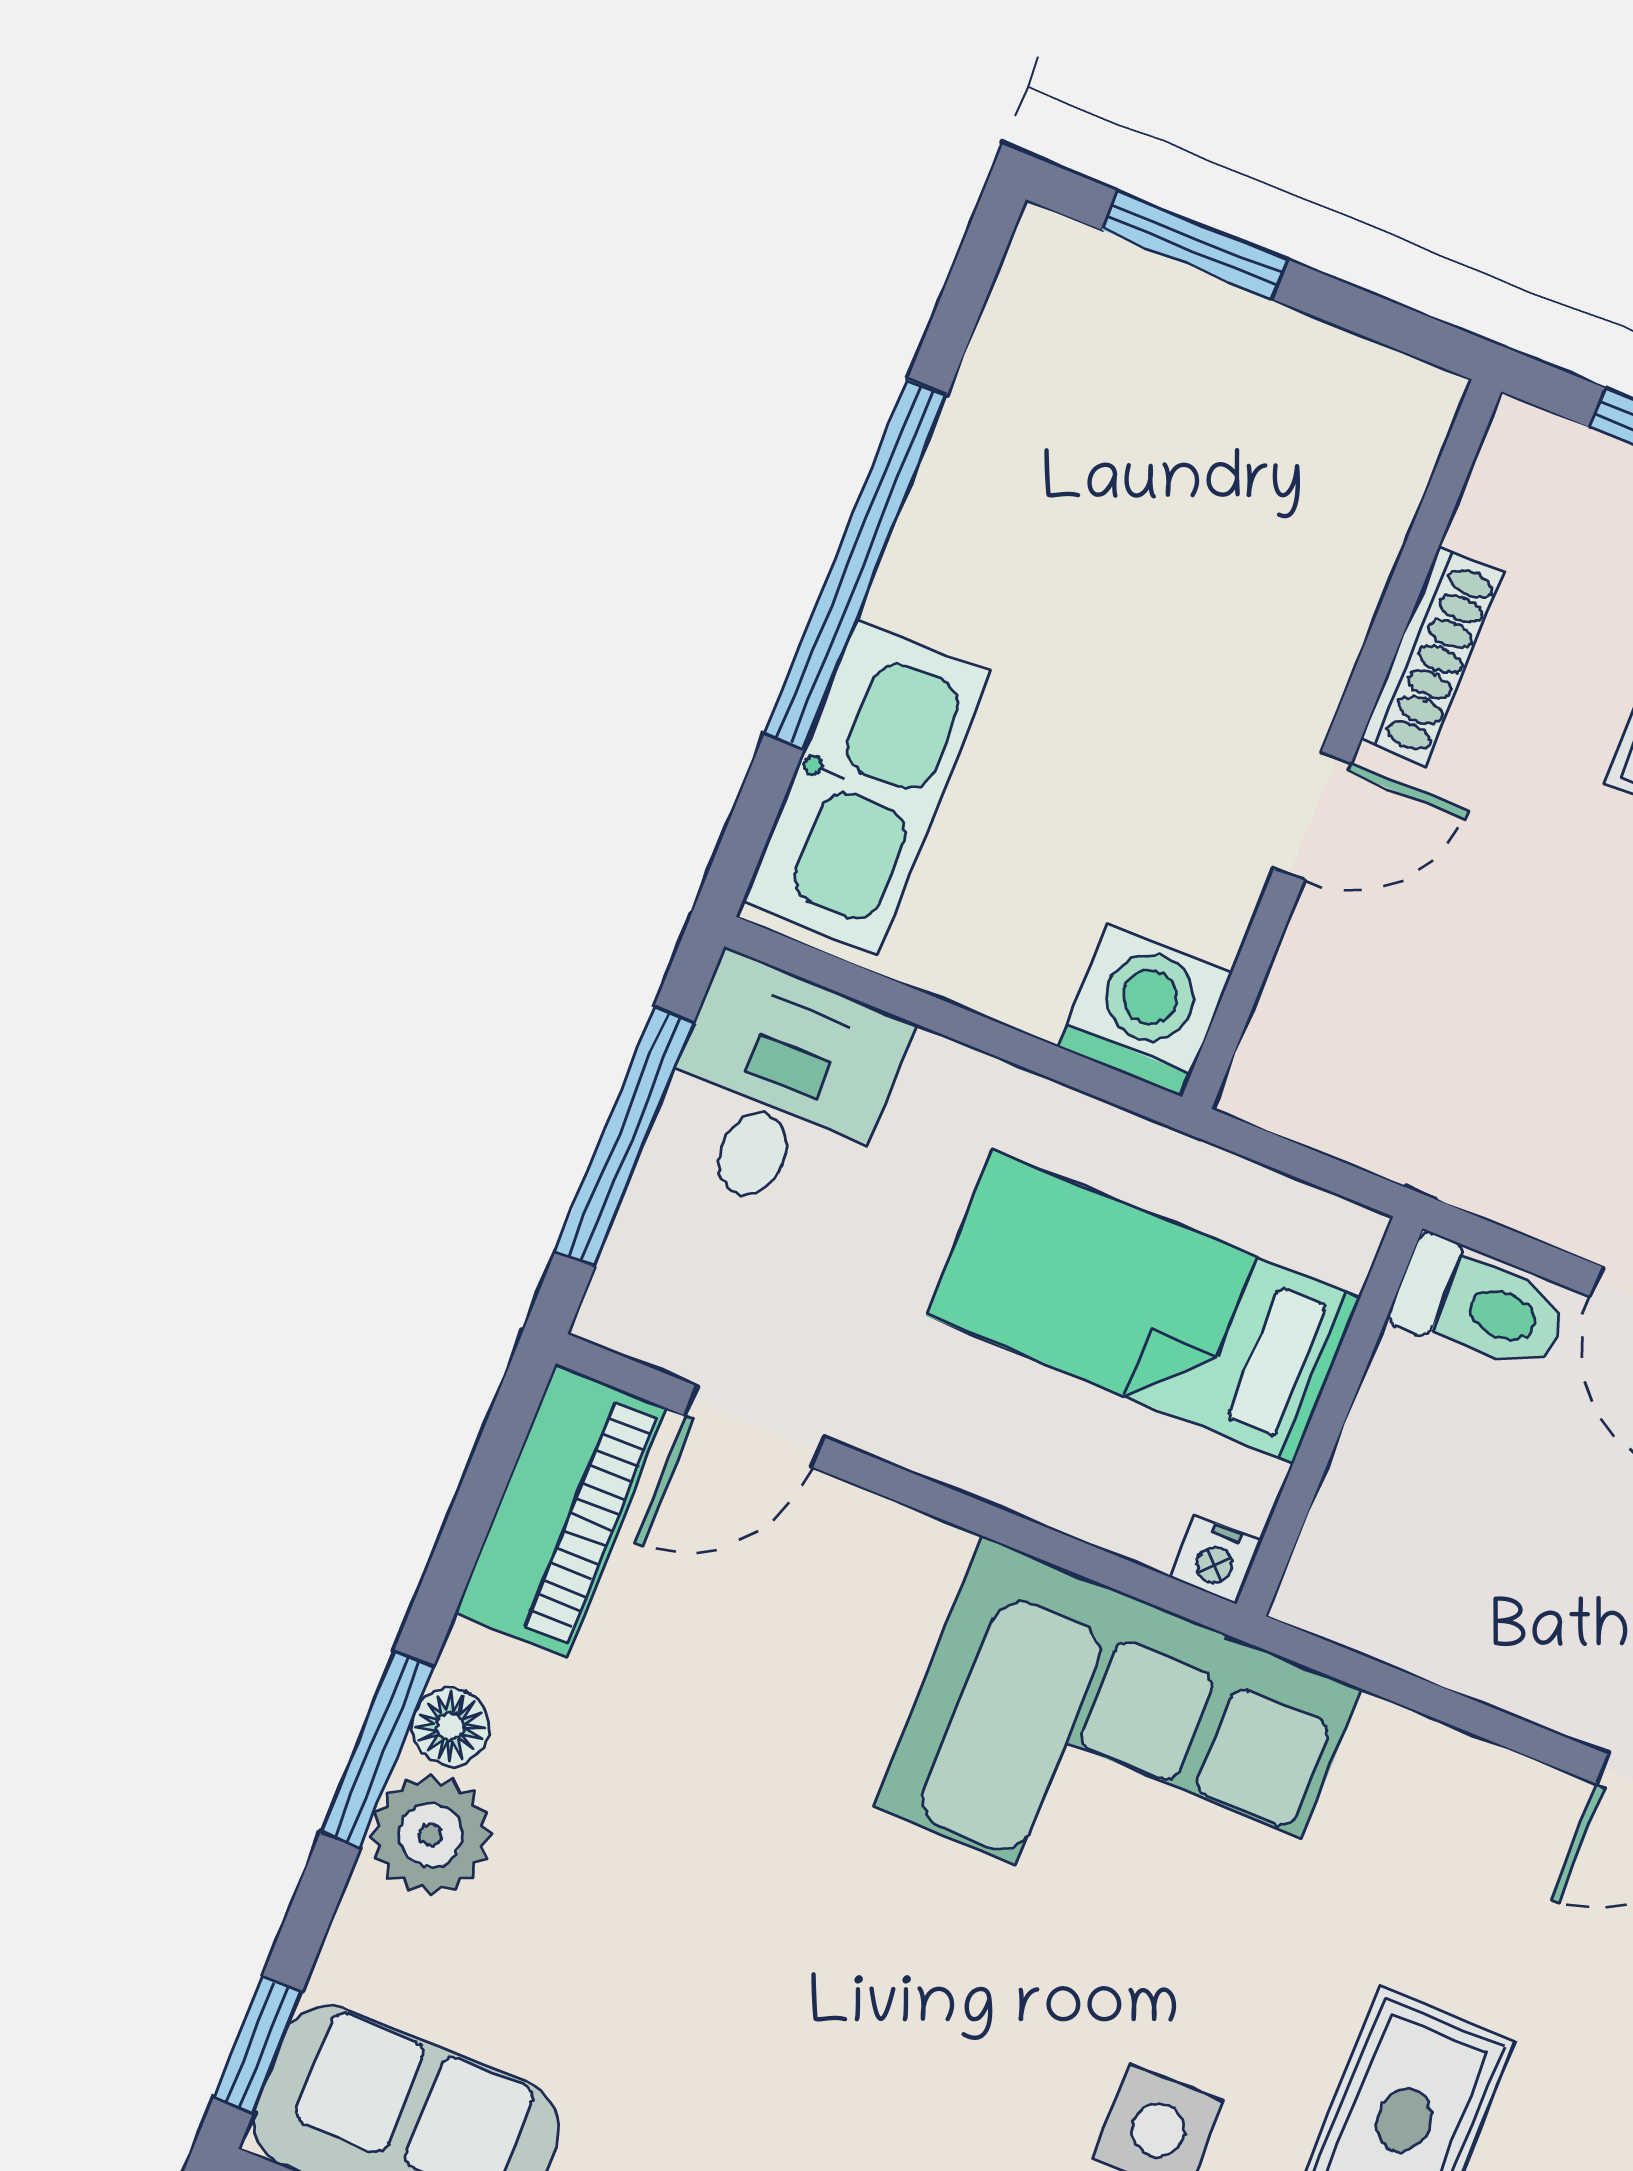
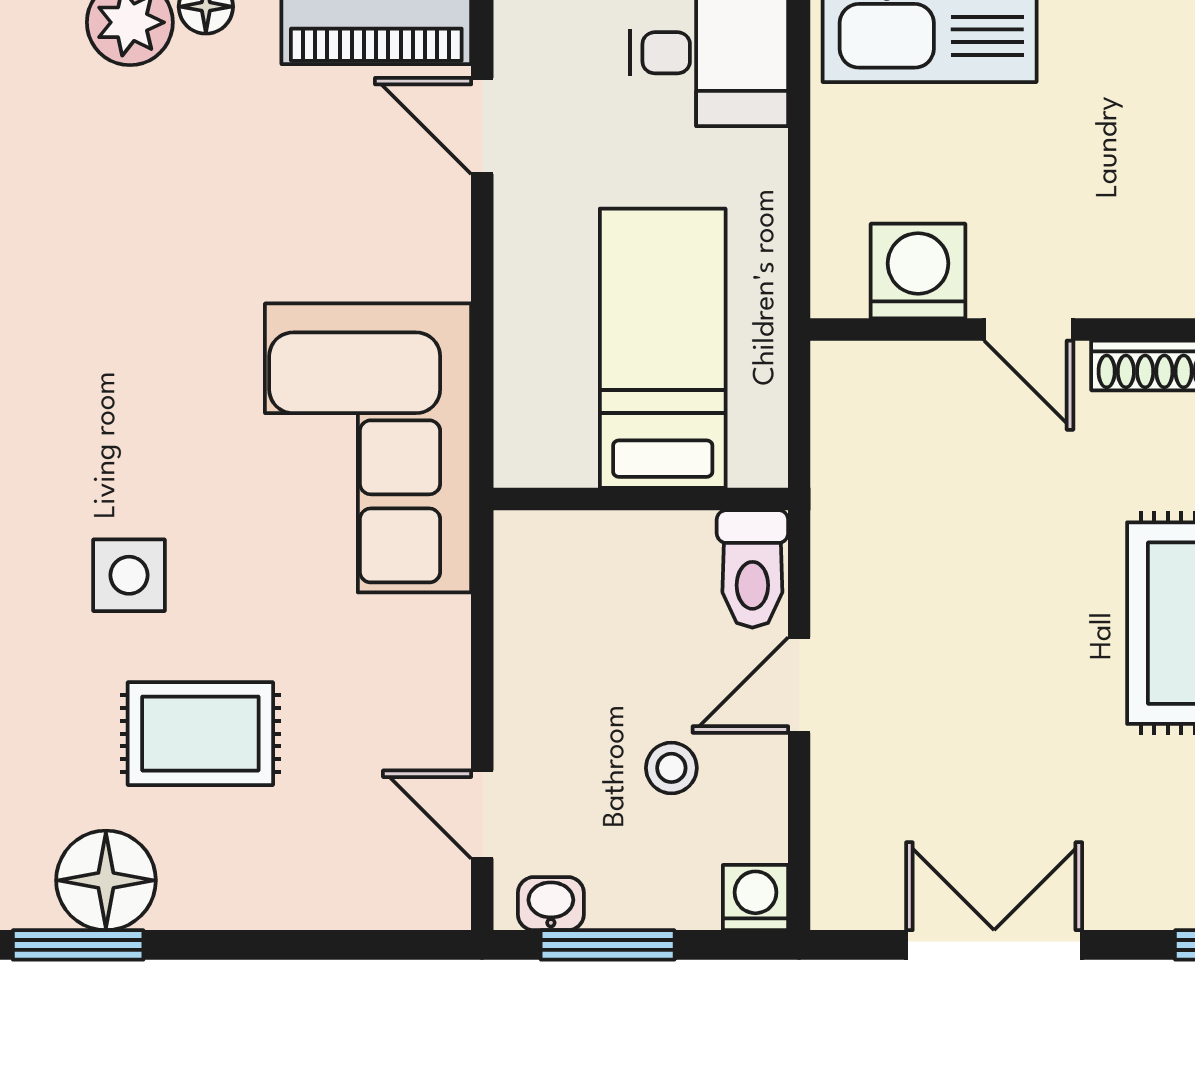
washing machine: (1145, 1010) -> (918, 271), moved, turned -90
nightstand: (1216, 1560) -> (517, 463), removed

